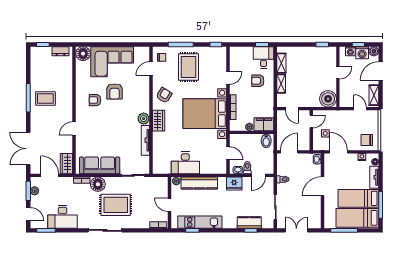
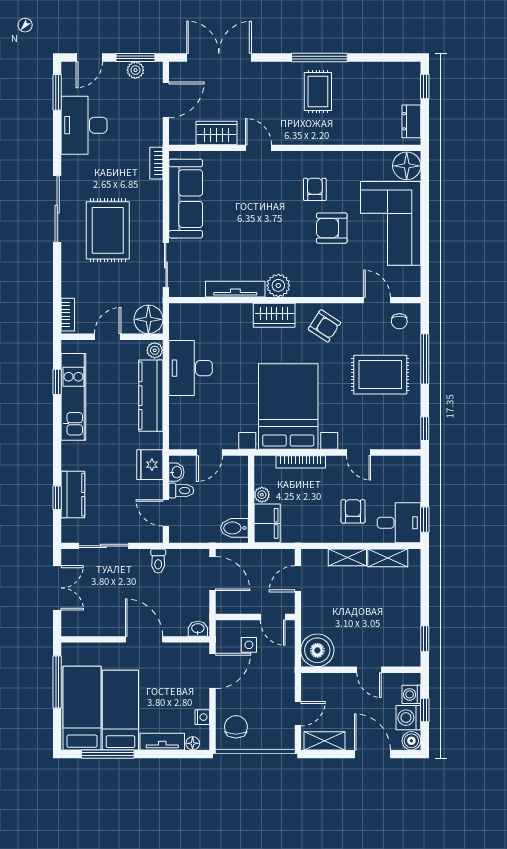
wardrobe: (66, 164) -> (216, 133), moved
floor lamp: (98, 184) -> (148, 319), moved

